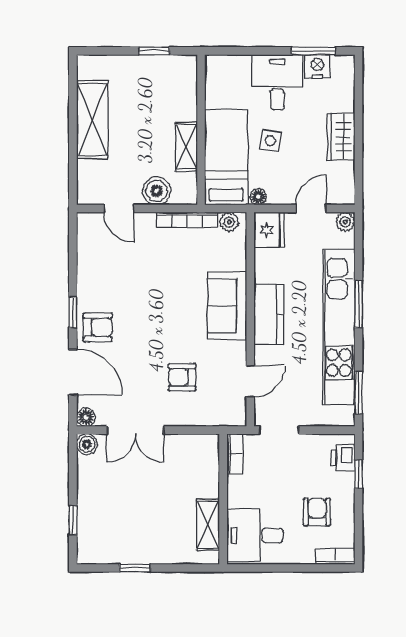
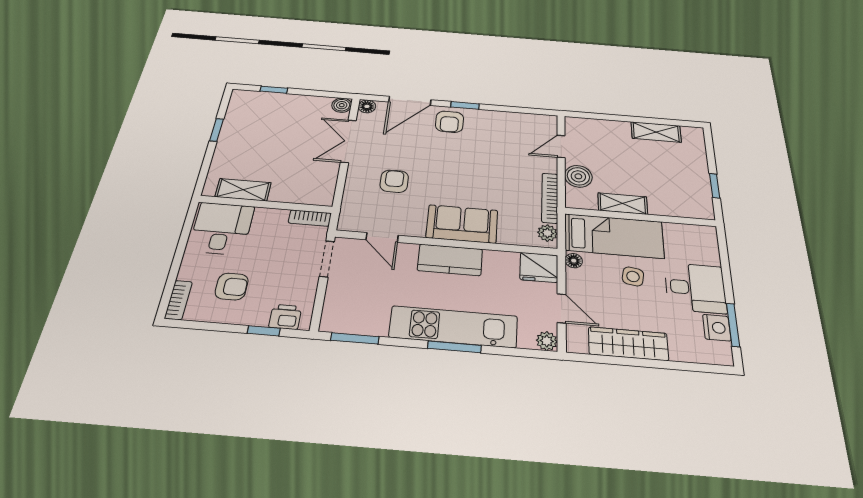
shelving: (92, 120) -> (656, 132), width x0.67, depth x0.75
wardrobe: (341, 137) -> (628, 344), width x1.50
kitchen unit: (339, 327) -> (454, 327), width x0.73

